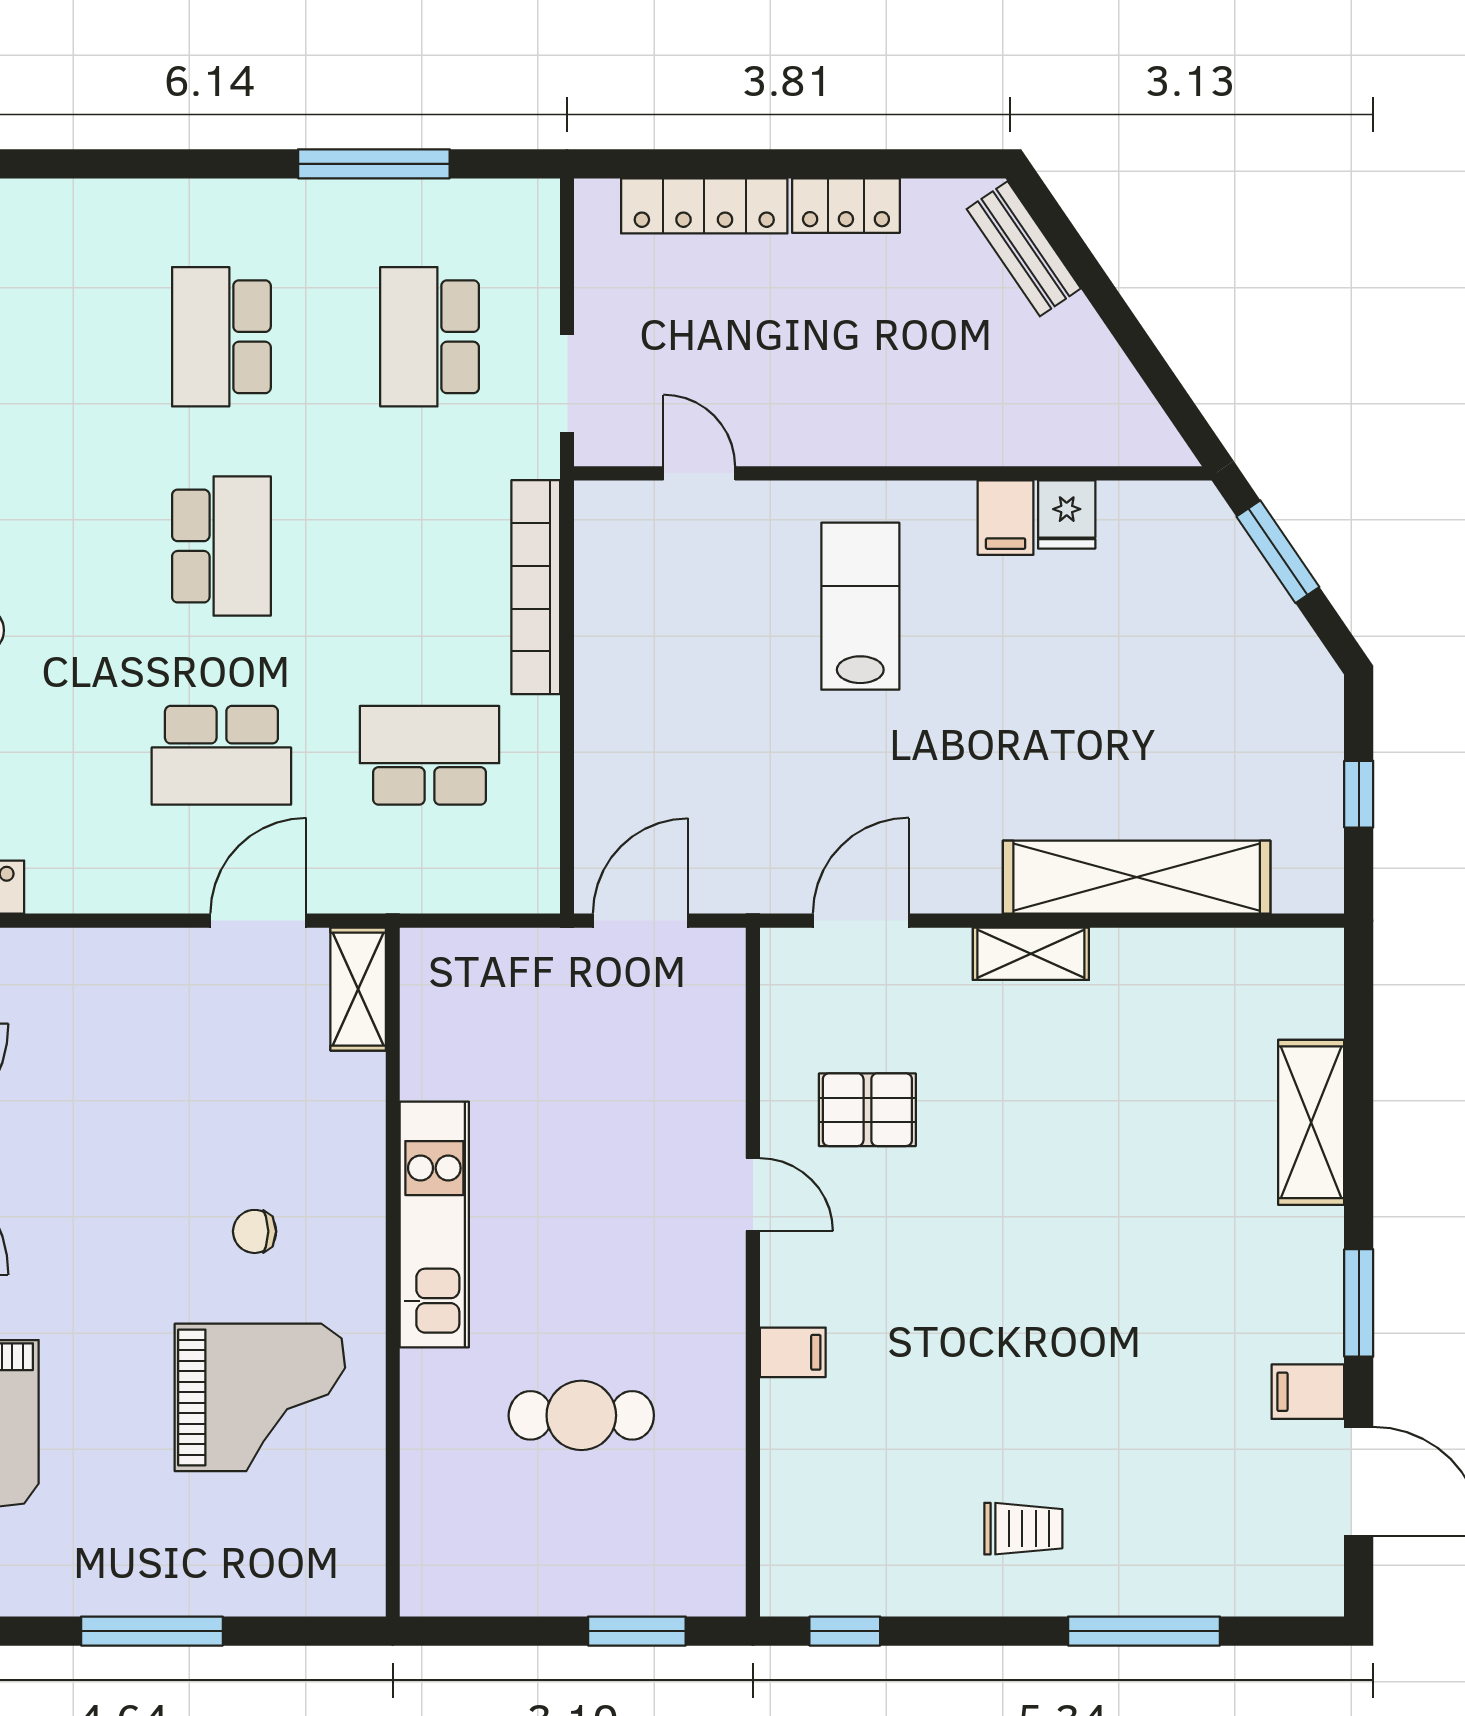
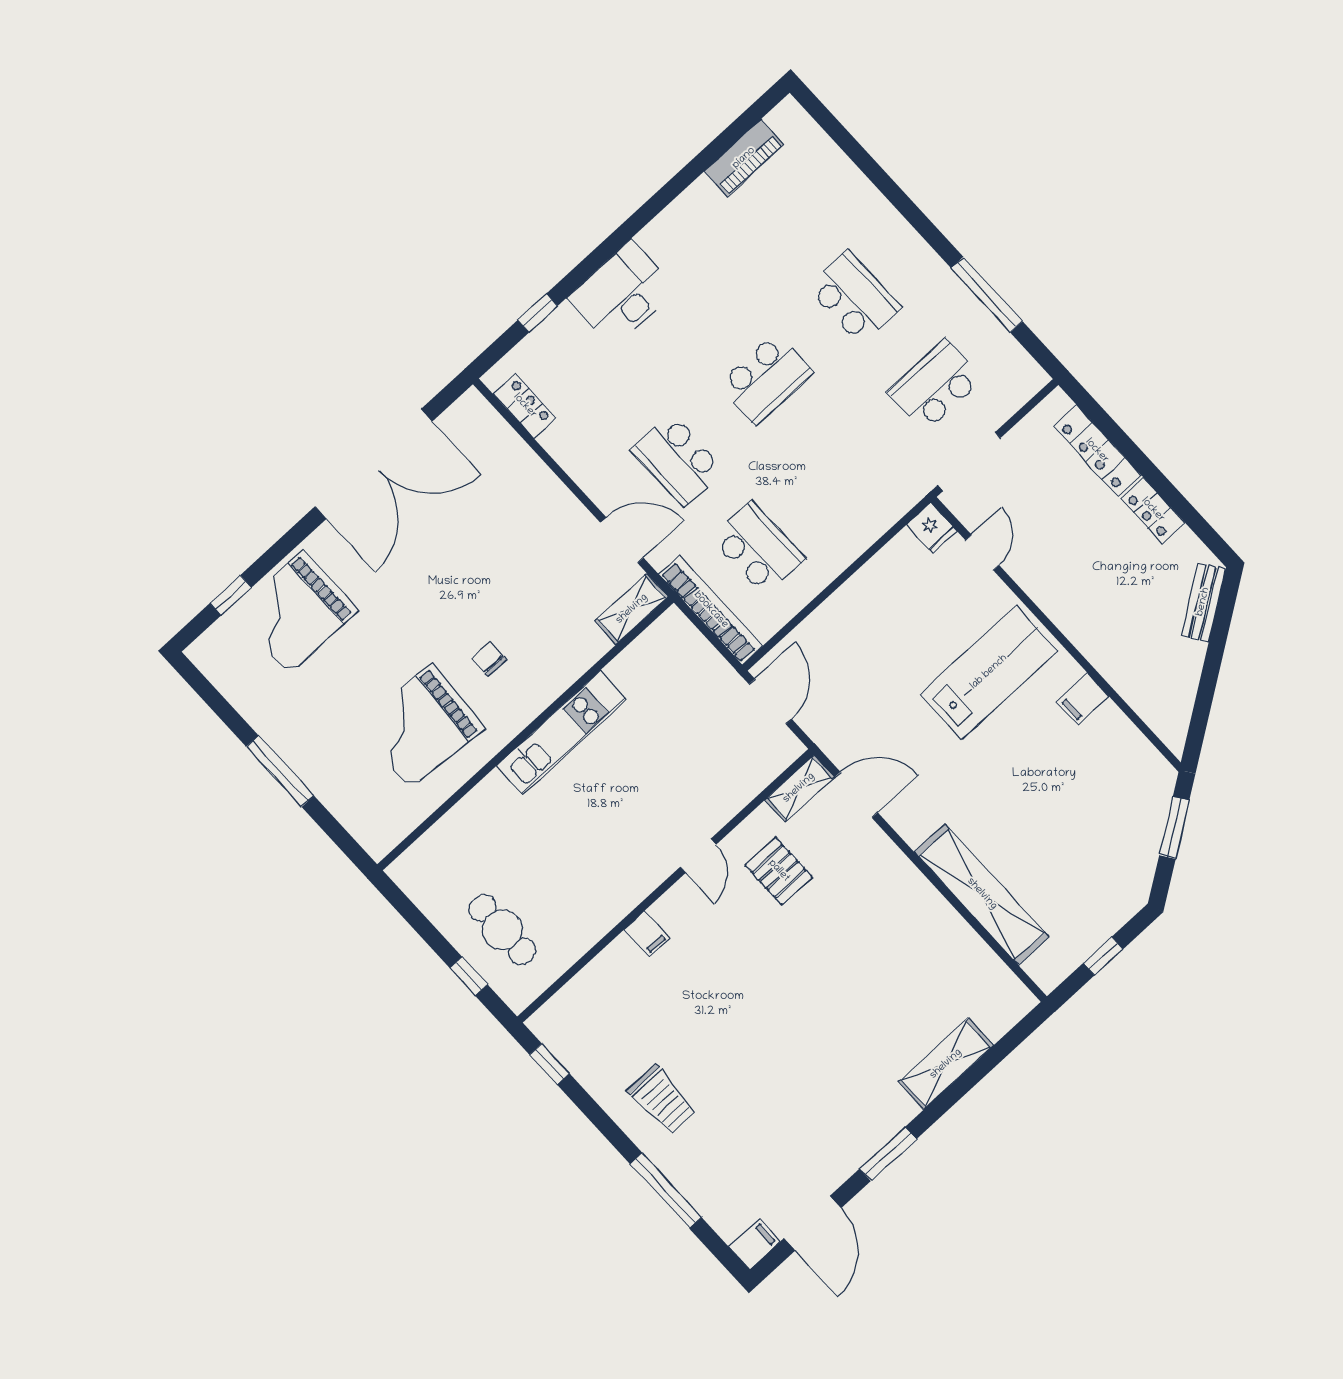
school desk: (221, 337) -> (854, 297), turned 90
doorway: (567, 383) -> (969, 462), width x1.38
fridge: (1067, 514) -> (932, 528), moved, turned -90
bookcase: (536, 587) -> (711, 610), moved, turned 90
lab bench: (860, 606) -> (989, 672), width x1.36, depth x1.39
door: (641, 921) -> (770, 702), hinge flipped
shelving: (1031, 954) -> (799, 788), moved, turned 90
filing cabinet: (1308, 1392) -> (755, 1244), moved, turned 90
grand piano: (260, 1397) -> (421, 726), turned 94
cafe table: (581, 1415) -> (502, 930), moved
trolley: (1023, 1529) -> (662, 1100), width x1.36, depth x1.39
window: (637, 1631) -> (469, 976), width x0.67

